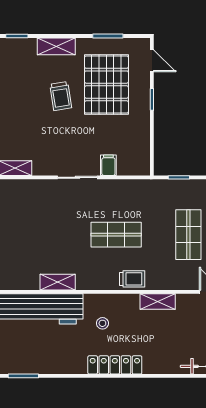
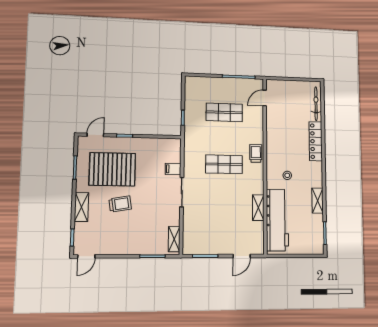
shop shelf: (116, 235) -> (224, 164), turned 90
shelving: (158, 301) -> (318, 201), moved
locker: (115, 365) -> (316, 141), moved

